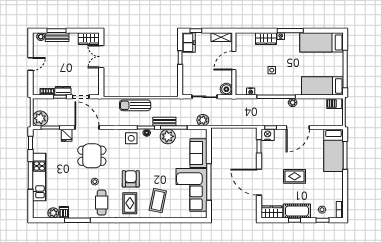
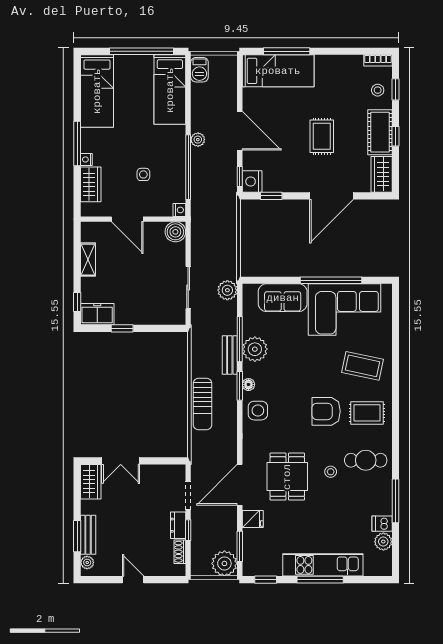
door: (234, 61) -> (127, 219), moved
wall: (234, 64) -> (133, 219), moved
boiler: (226, 89) -> (175, 232), moved

